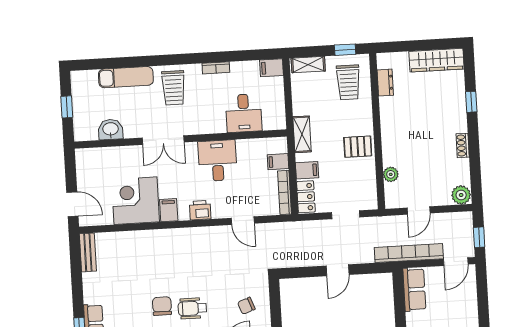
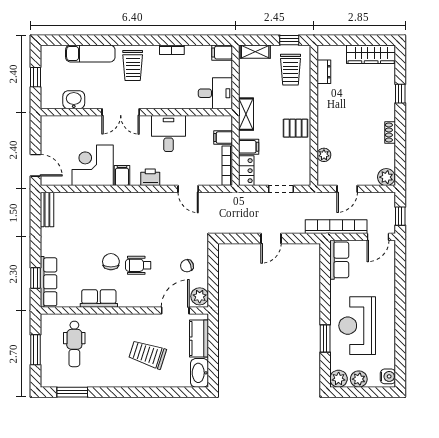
desk: (244, 113) -> (215, 93), moved, turned -90

